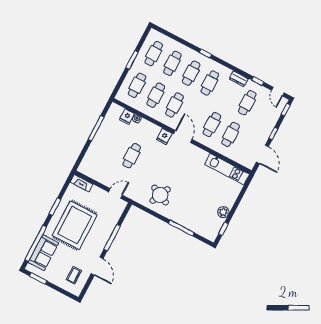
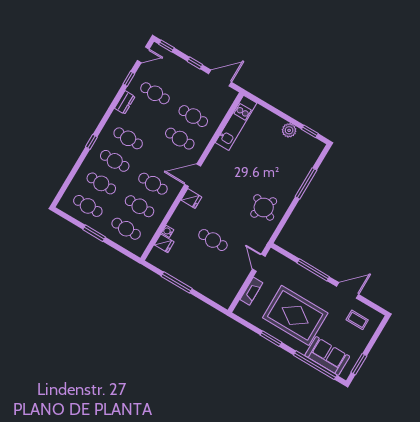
fireplace: (82, 183) -> (251, 291), moved

